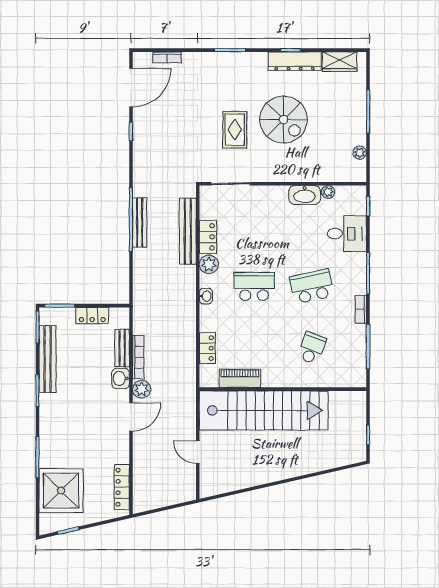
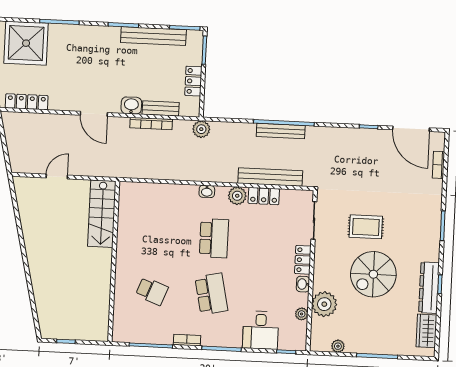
plant: (317, 169) -> (324, 304), added
washbasin: (305, 195) -> (303, 284), width x0.52, depth x0.69
locker: (207, 348) -> (303, 260), moved, turned 90
piano: (240, 378) -> (126, 221), removed
plant: (142, 389) -> (201, 129), moved
stairs: (264, 410) -> (102, 214), width x0.54, depth x0.66

